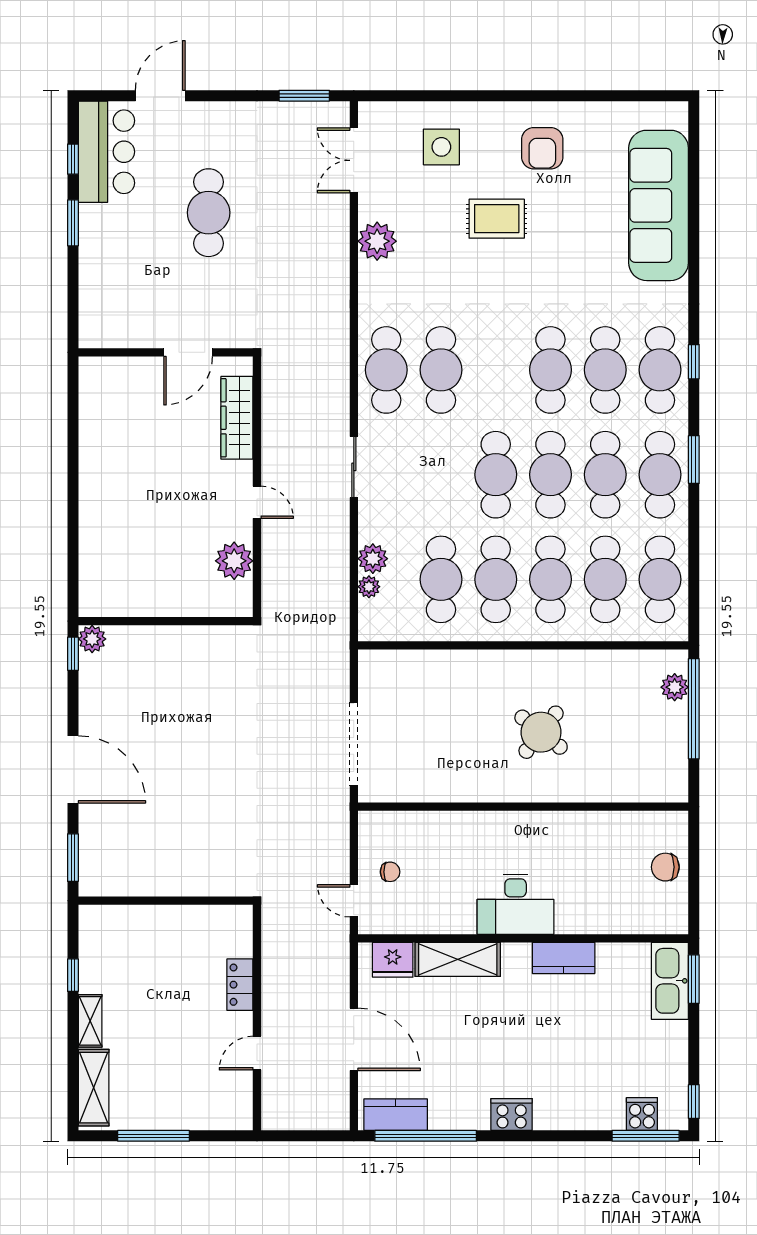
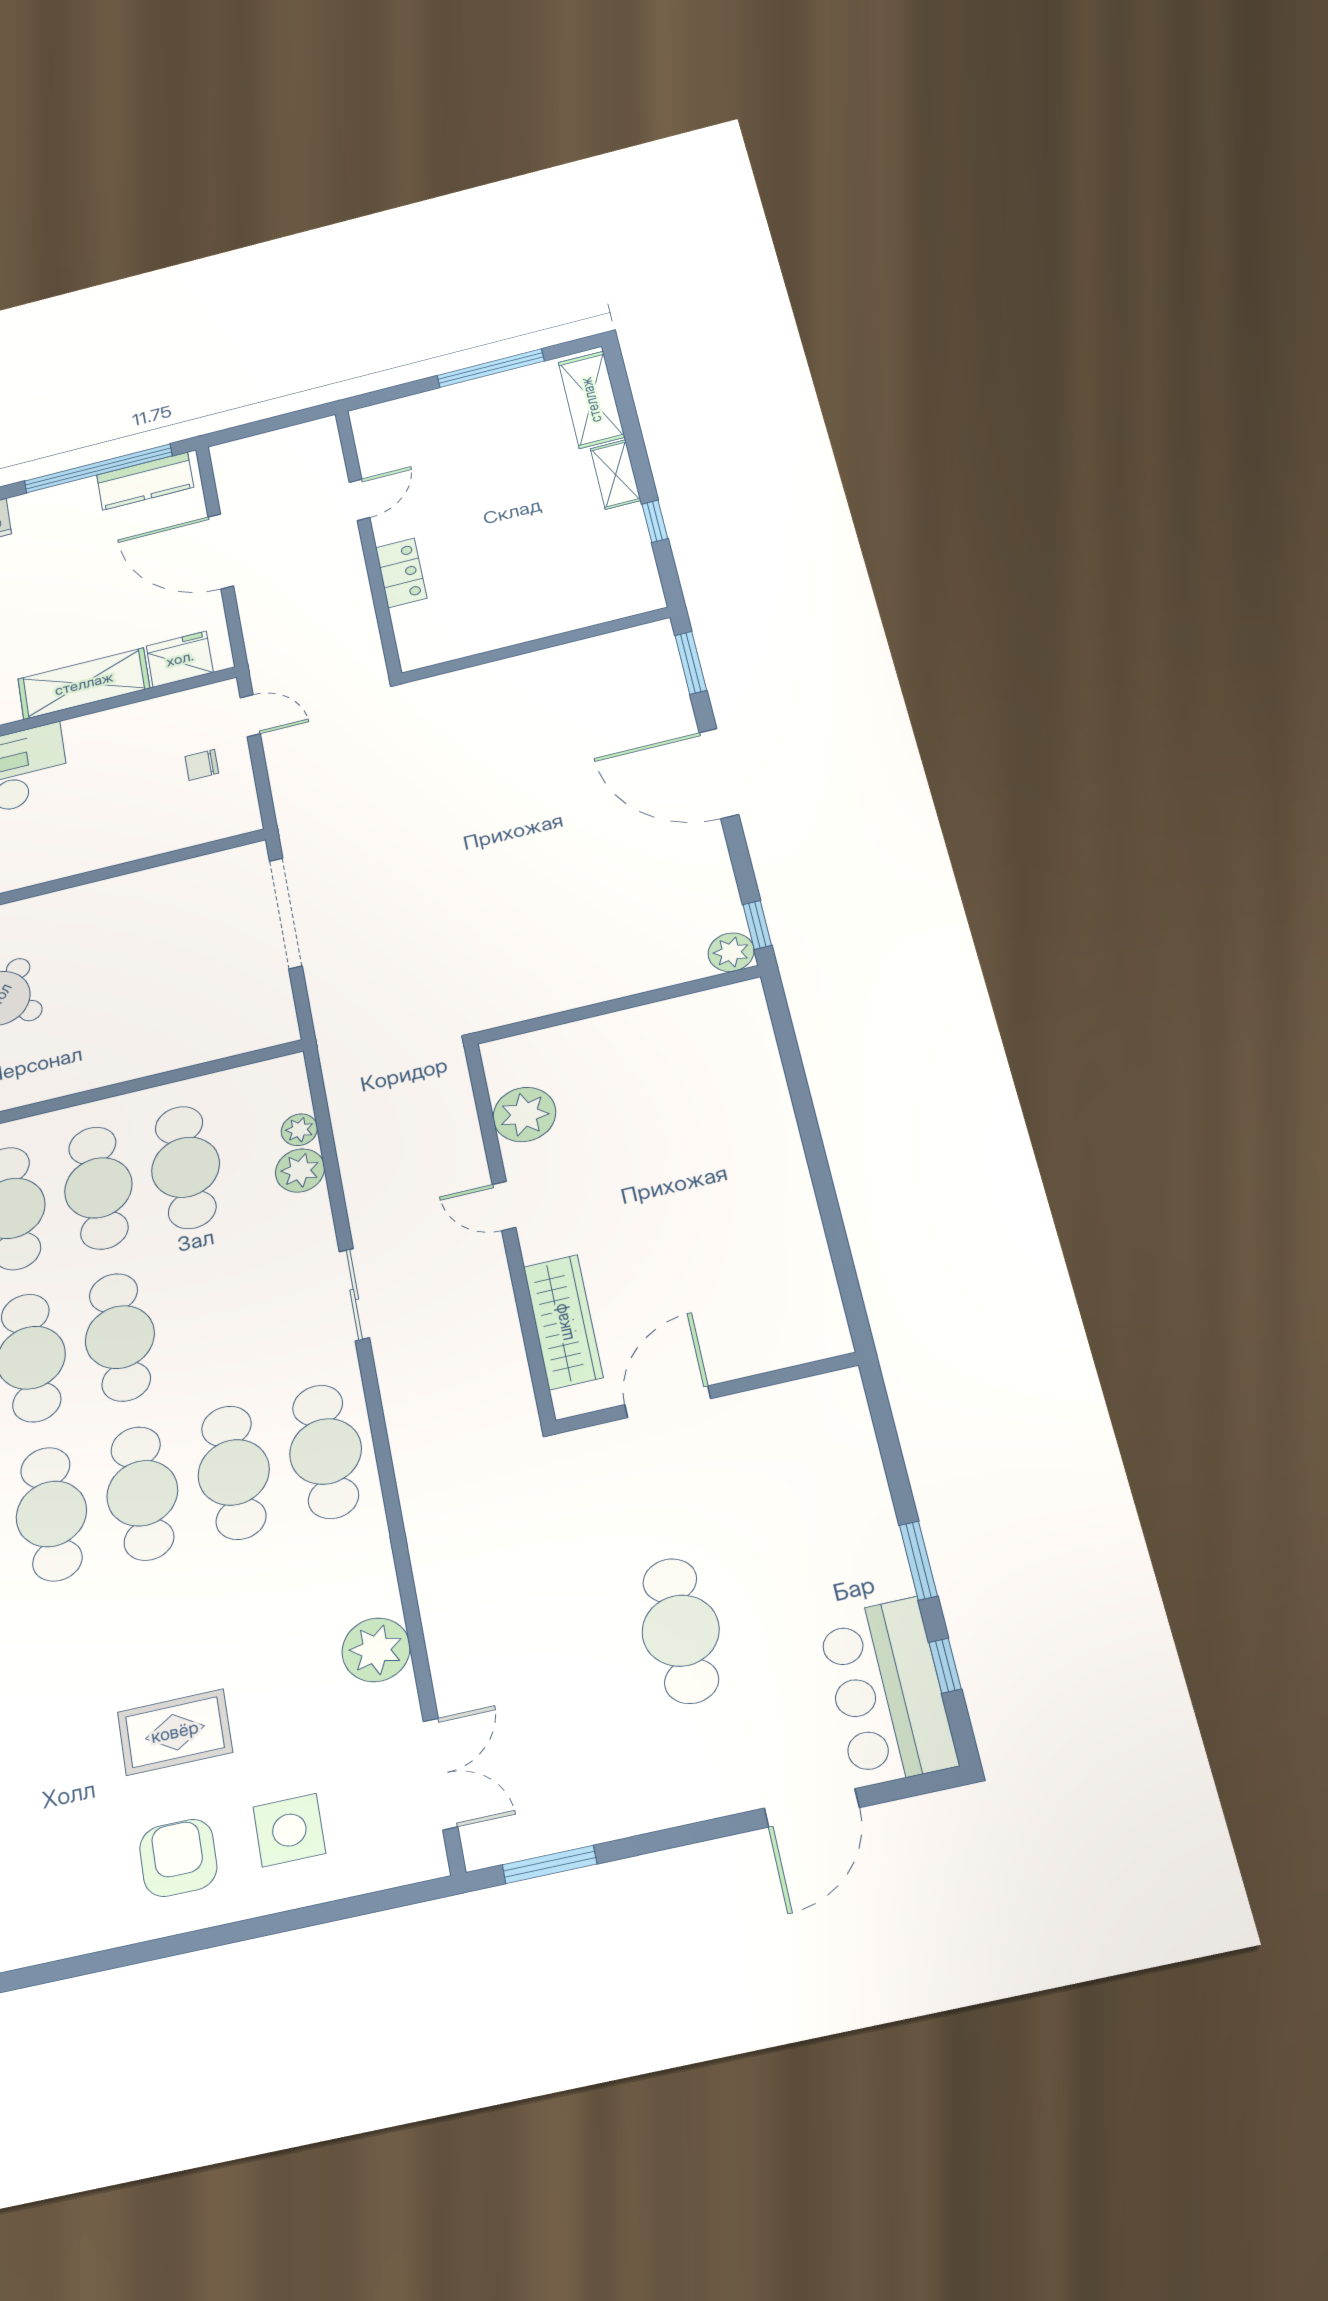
armchair: (542, 148) -> (178, 1858), moved
cafe table: (496, 370) -> (142, 1493), added

